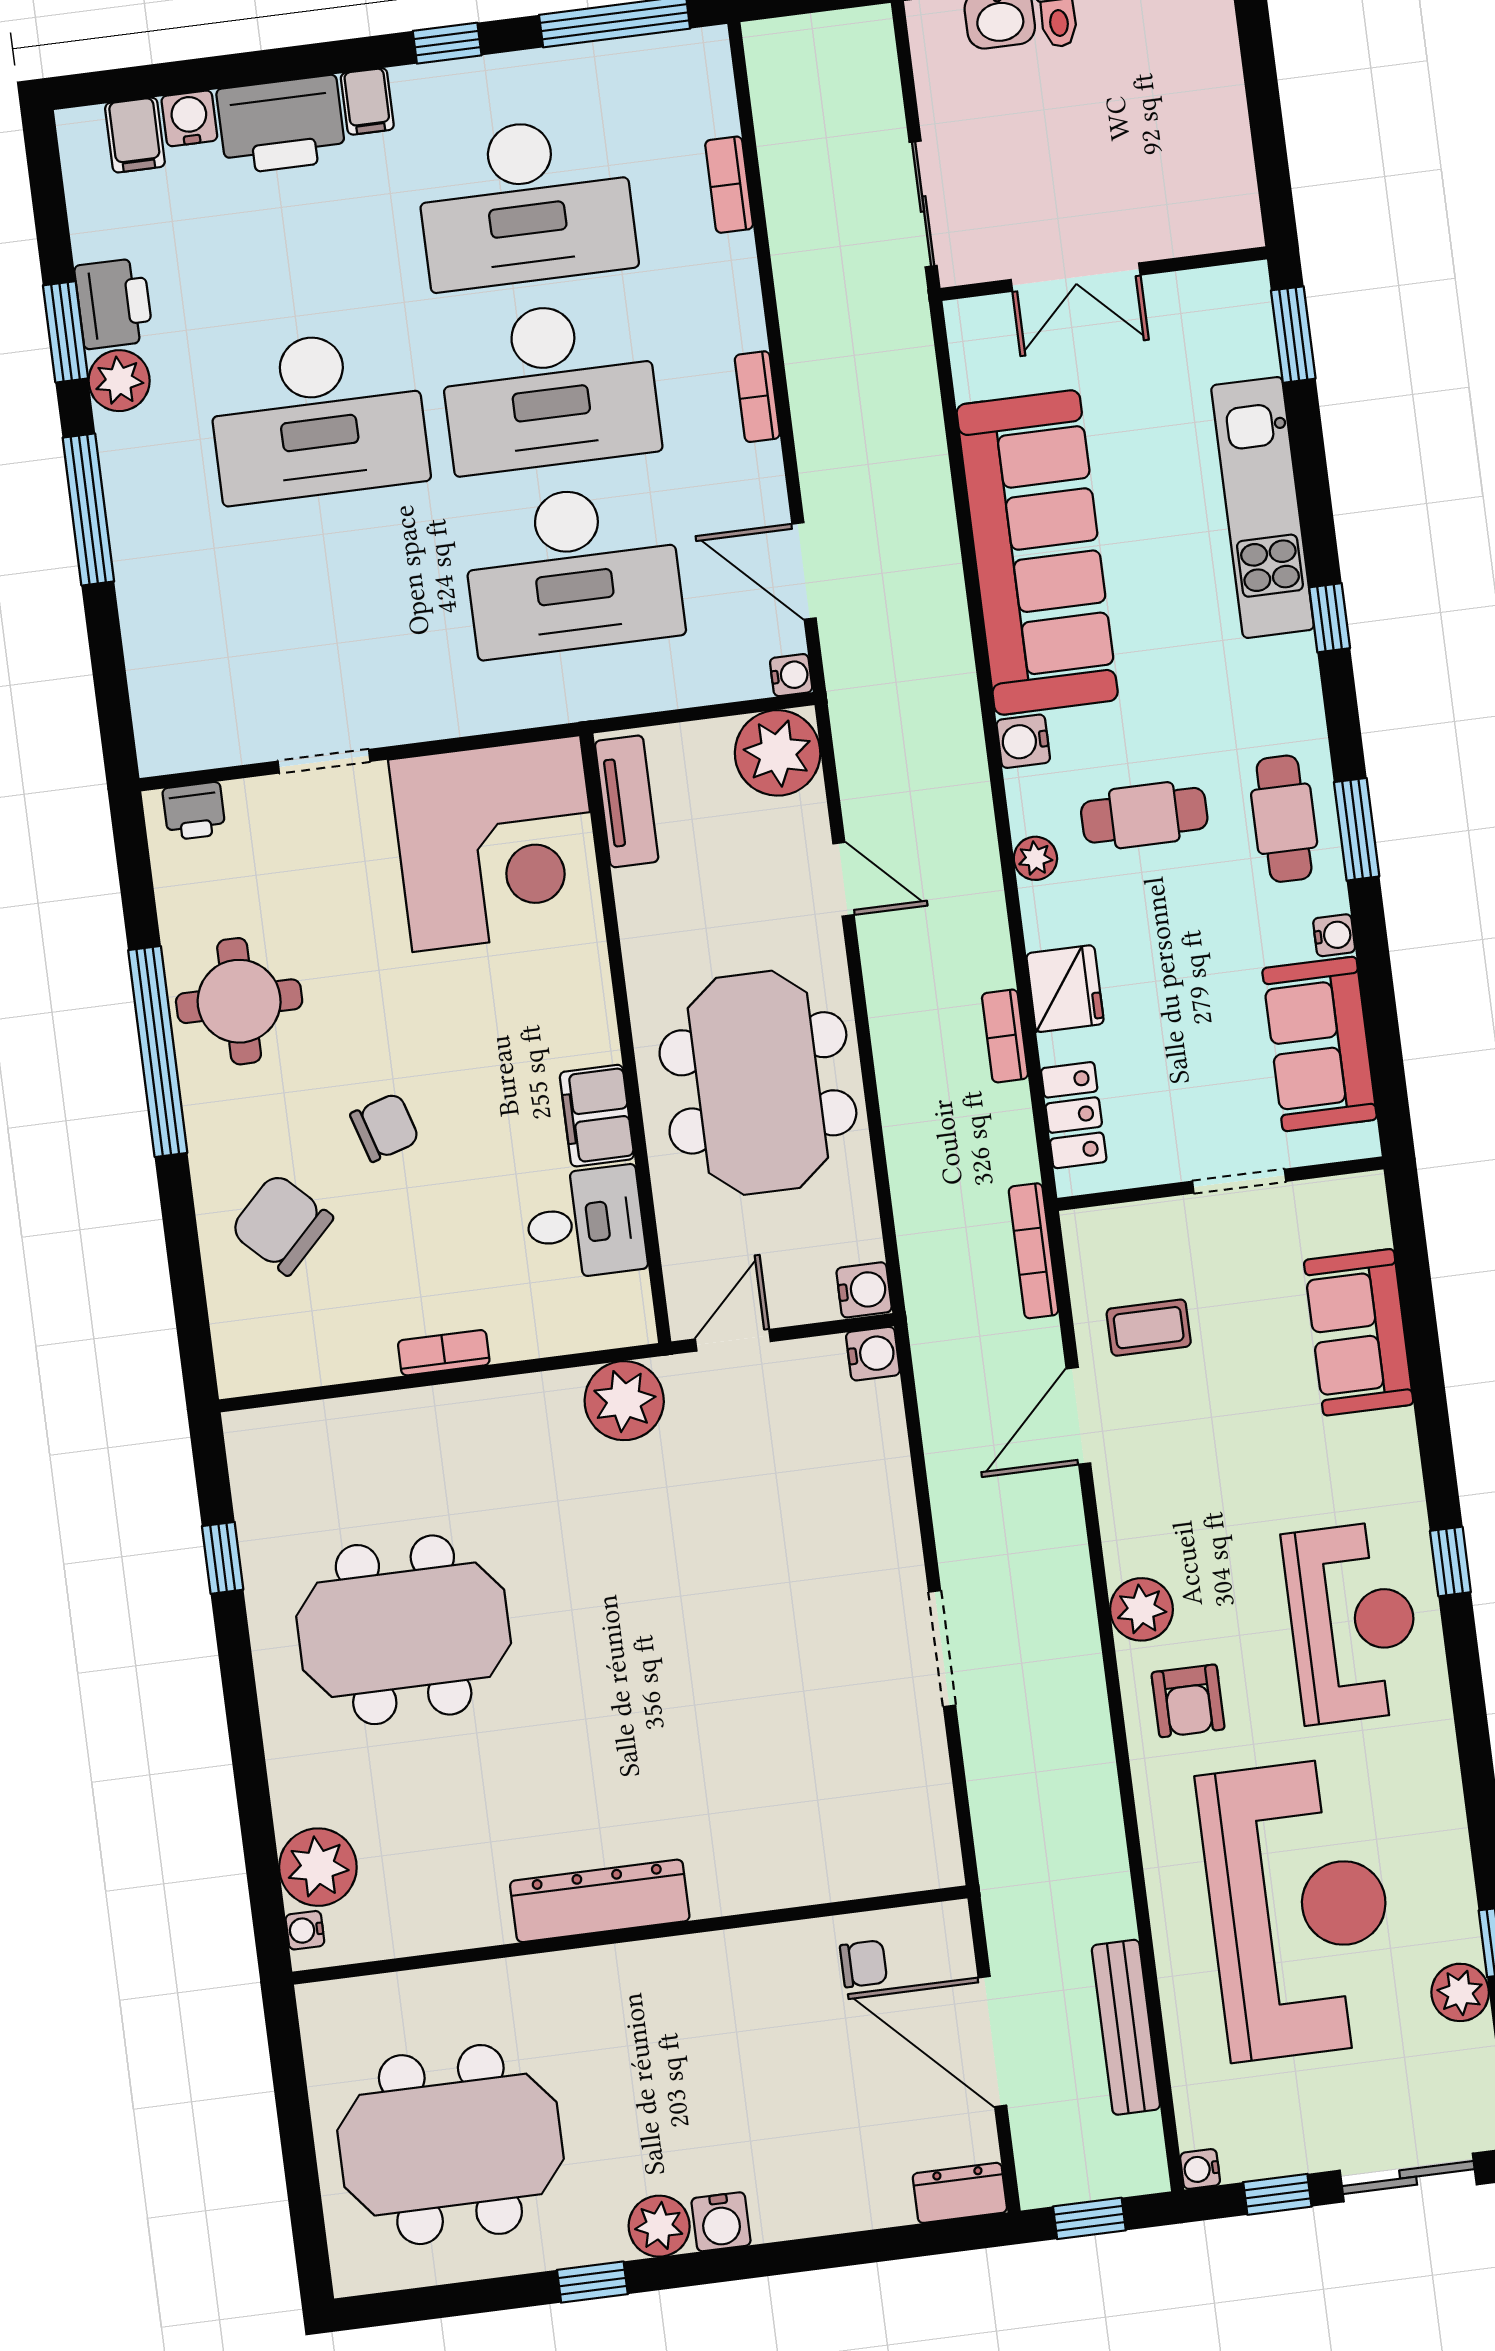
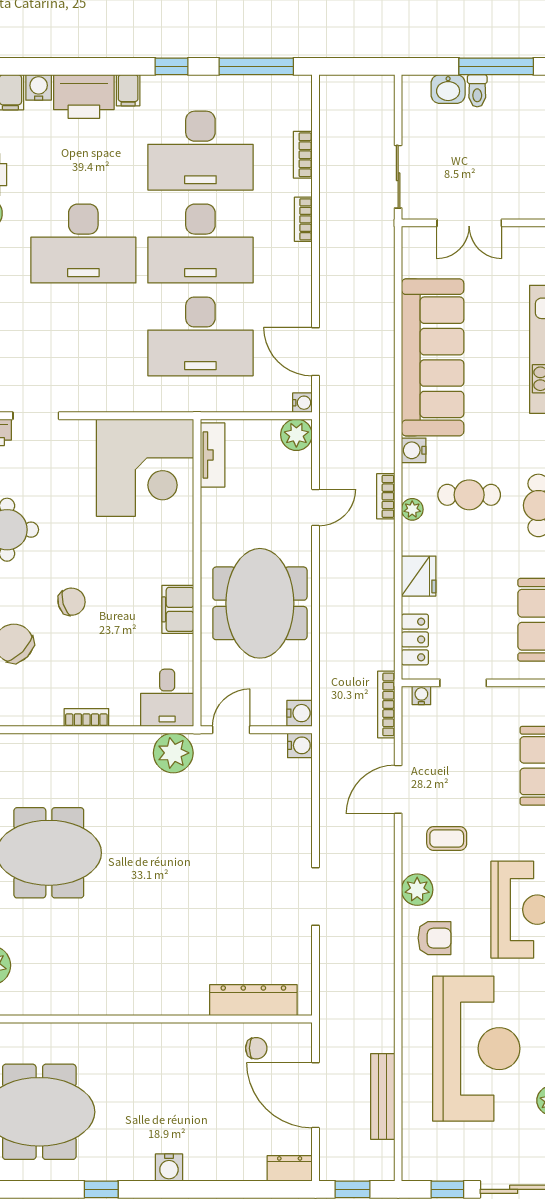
bookcase: (757, 397) -> (303, 219), moved
plant: (778, 753) -> (296, 435), width x0.73, depth x0.73
doorway: (324, 761) -> (36, 416), moved
door: (844, 879) -> (315, 508), hinge flipped
bookcase: (1005, 1036) -> (386, 496), moved
doorway: (1239, 1181) -> (463, 683), moved
desk: (585, 1223) -> (167, 698), moved, turned 90
coffee table: (1149, 1328) -> (447, 839), moved
armchair: (1188, 1701) -> (434, 938), turned -90
dresser: (600, 1901) -> (253, 1000), moved
water cooler: (1200, 2169) -> (421, 695), moved, turned 90
plant: (659, 2226) -> (138, 1166), removed

